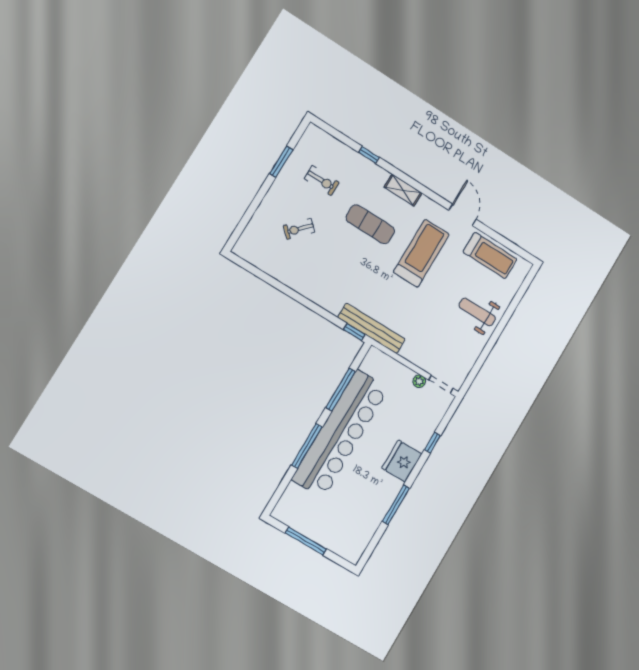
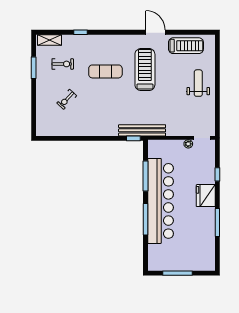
shelving: (403, 190) -> (49, 40), moved
weight bench: (477, 312) -> (198, 83), turned 90

